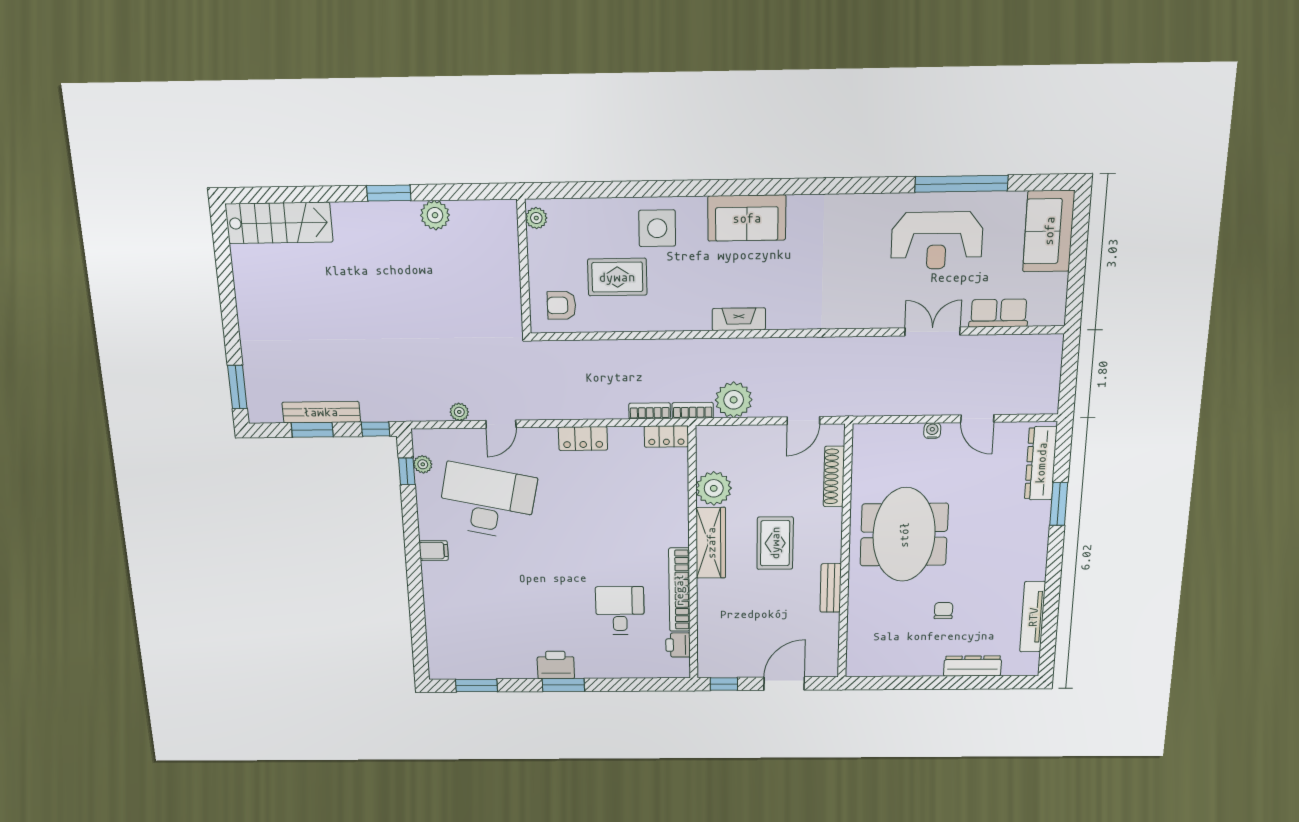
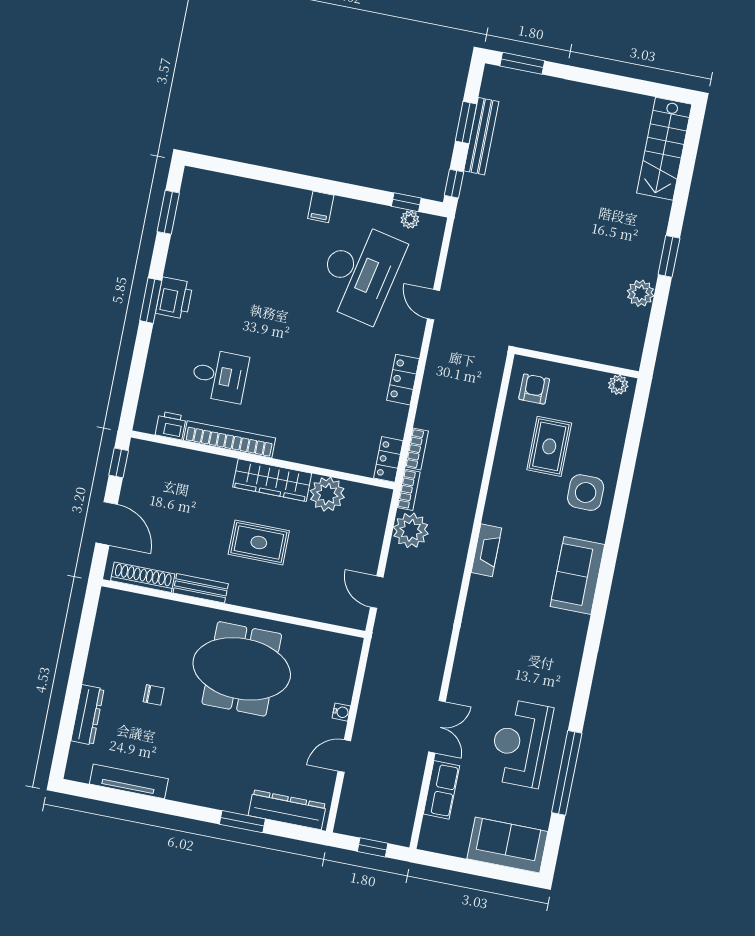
window: (1069, 371) -> (373, 847), added
plant: (459, 412) -> (454, 268), removed
shoe rack: (834, 476) -> (143, 577), moved

